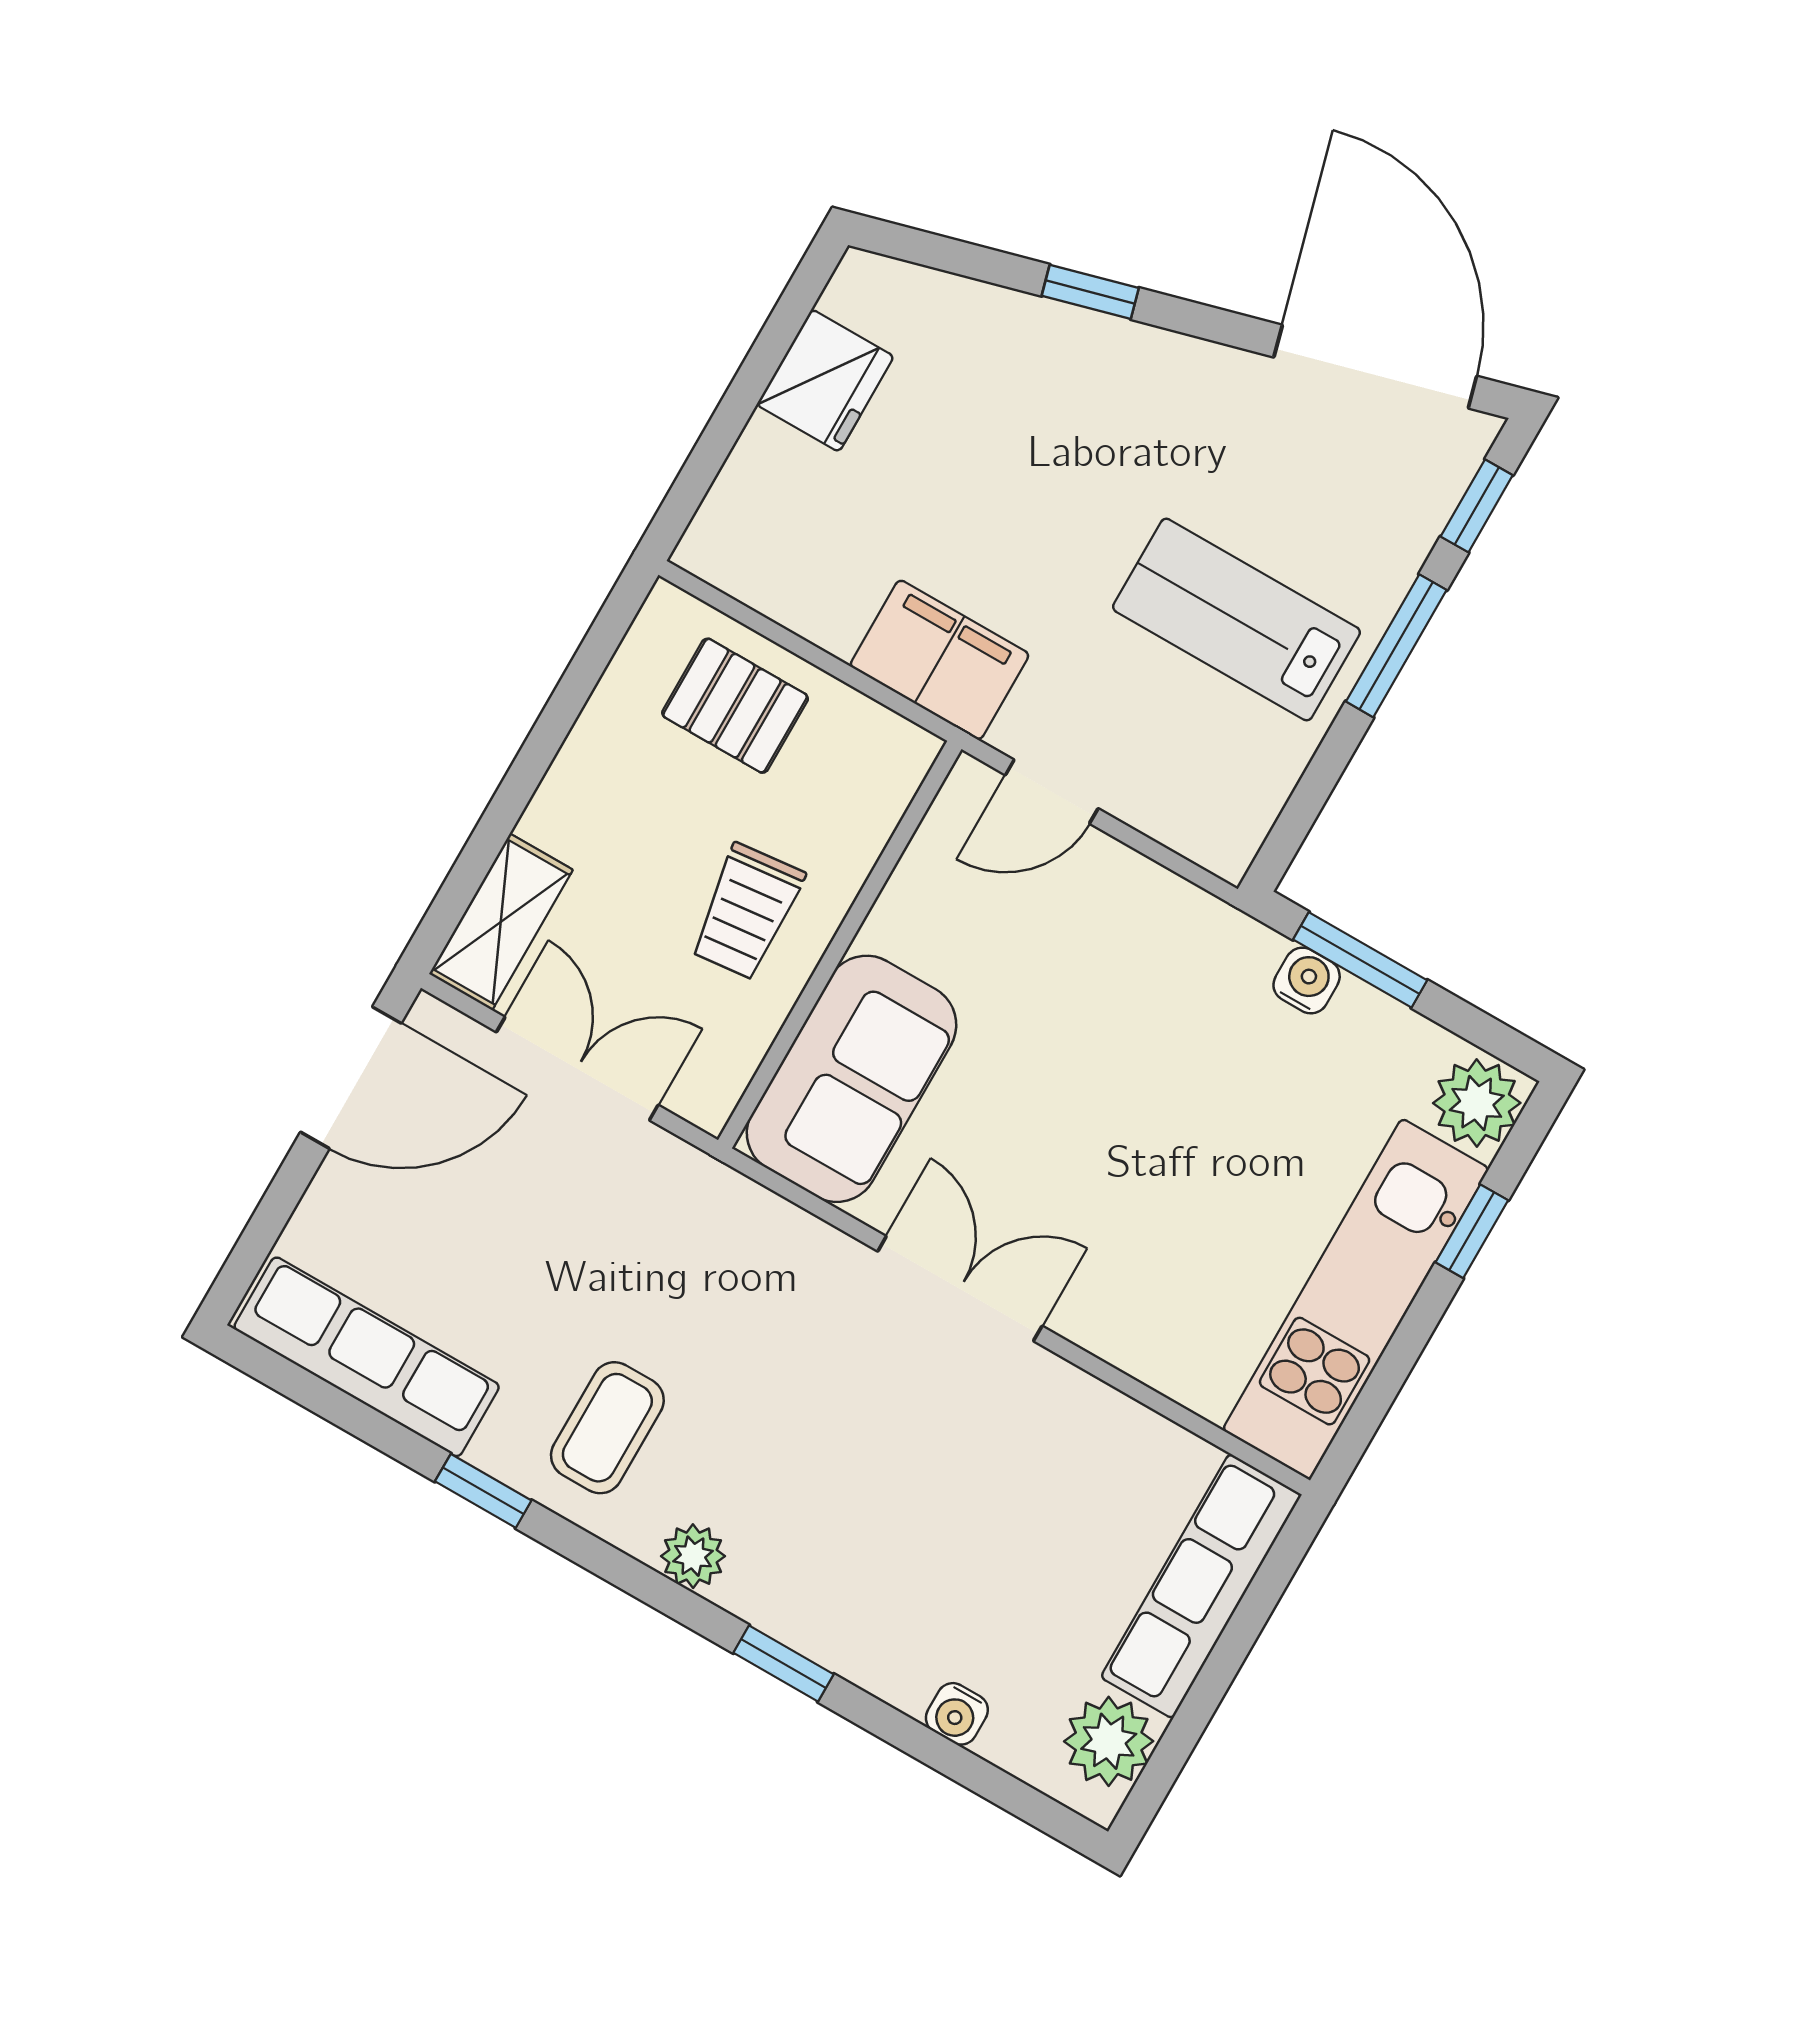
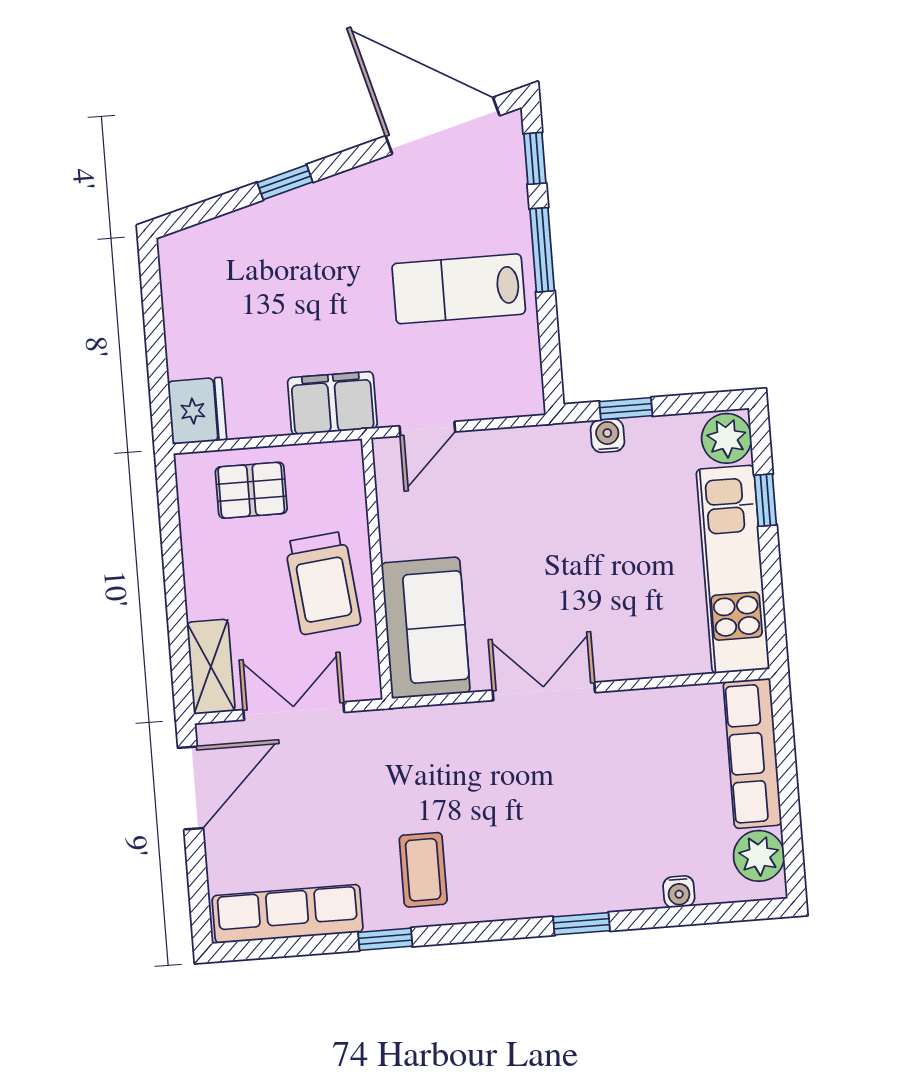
fridge: (825, 381) -> (197, 411), moved
trolley: (747, 912) -> (323, 583), width x1.36, depth x1.39
window: (1360, 960) -> (626, 409), width x0.67
plant: (693, 1556) -> (505, 902), removed

